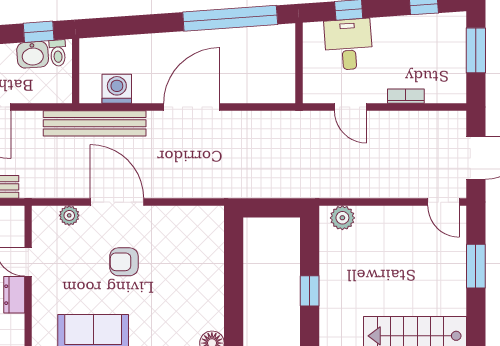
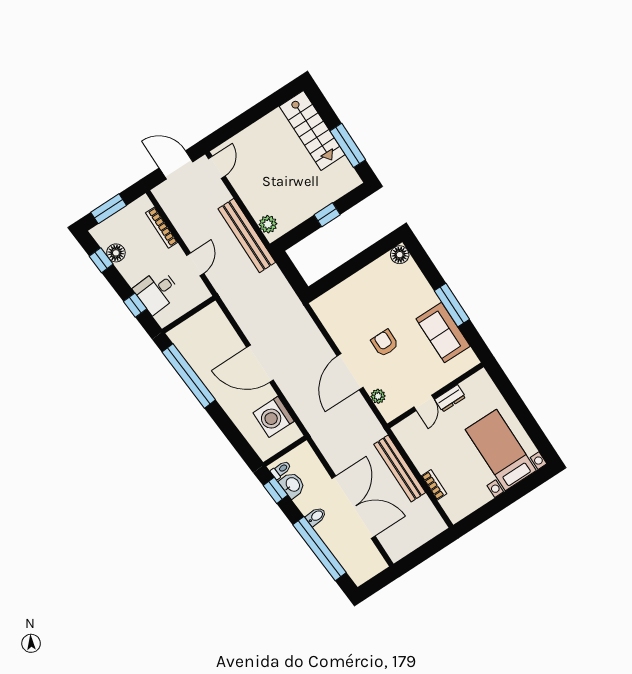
floor lamp: (421, 26) -> (116, 253), added
washing machine: (117, 89) -> (274, 417), width x1.37, depth x1.37
bookcase: (406, 96) -> (162, 228), width x1.56
bench: (95, 123) -> (247, 236), moved
armchair: (124, 262) -> (385, 343), turned 180
window: (476, 266) -> (244, 121), removed

